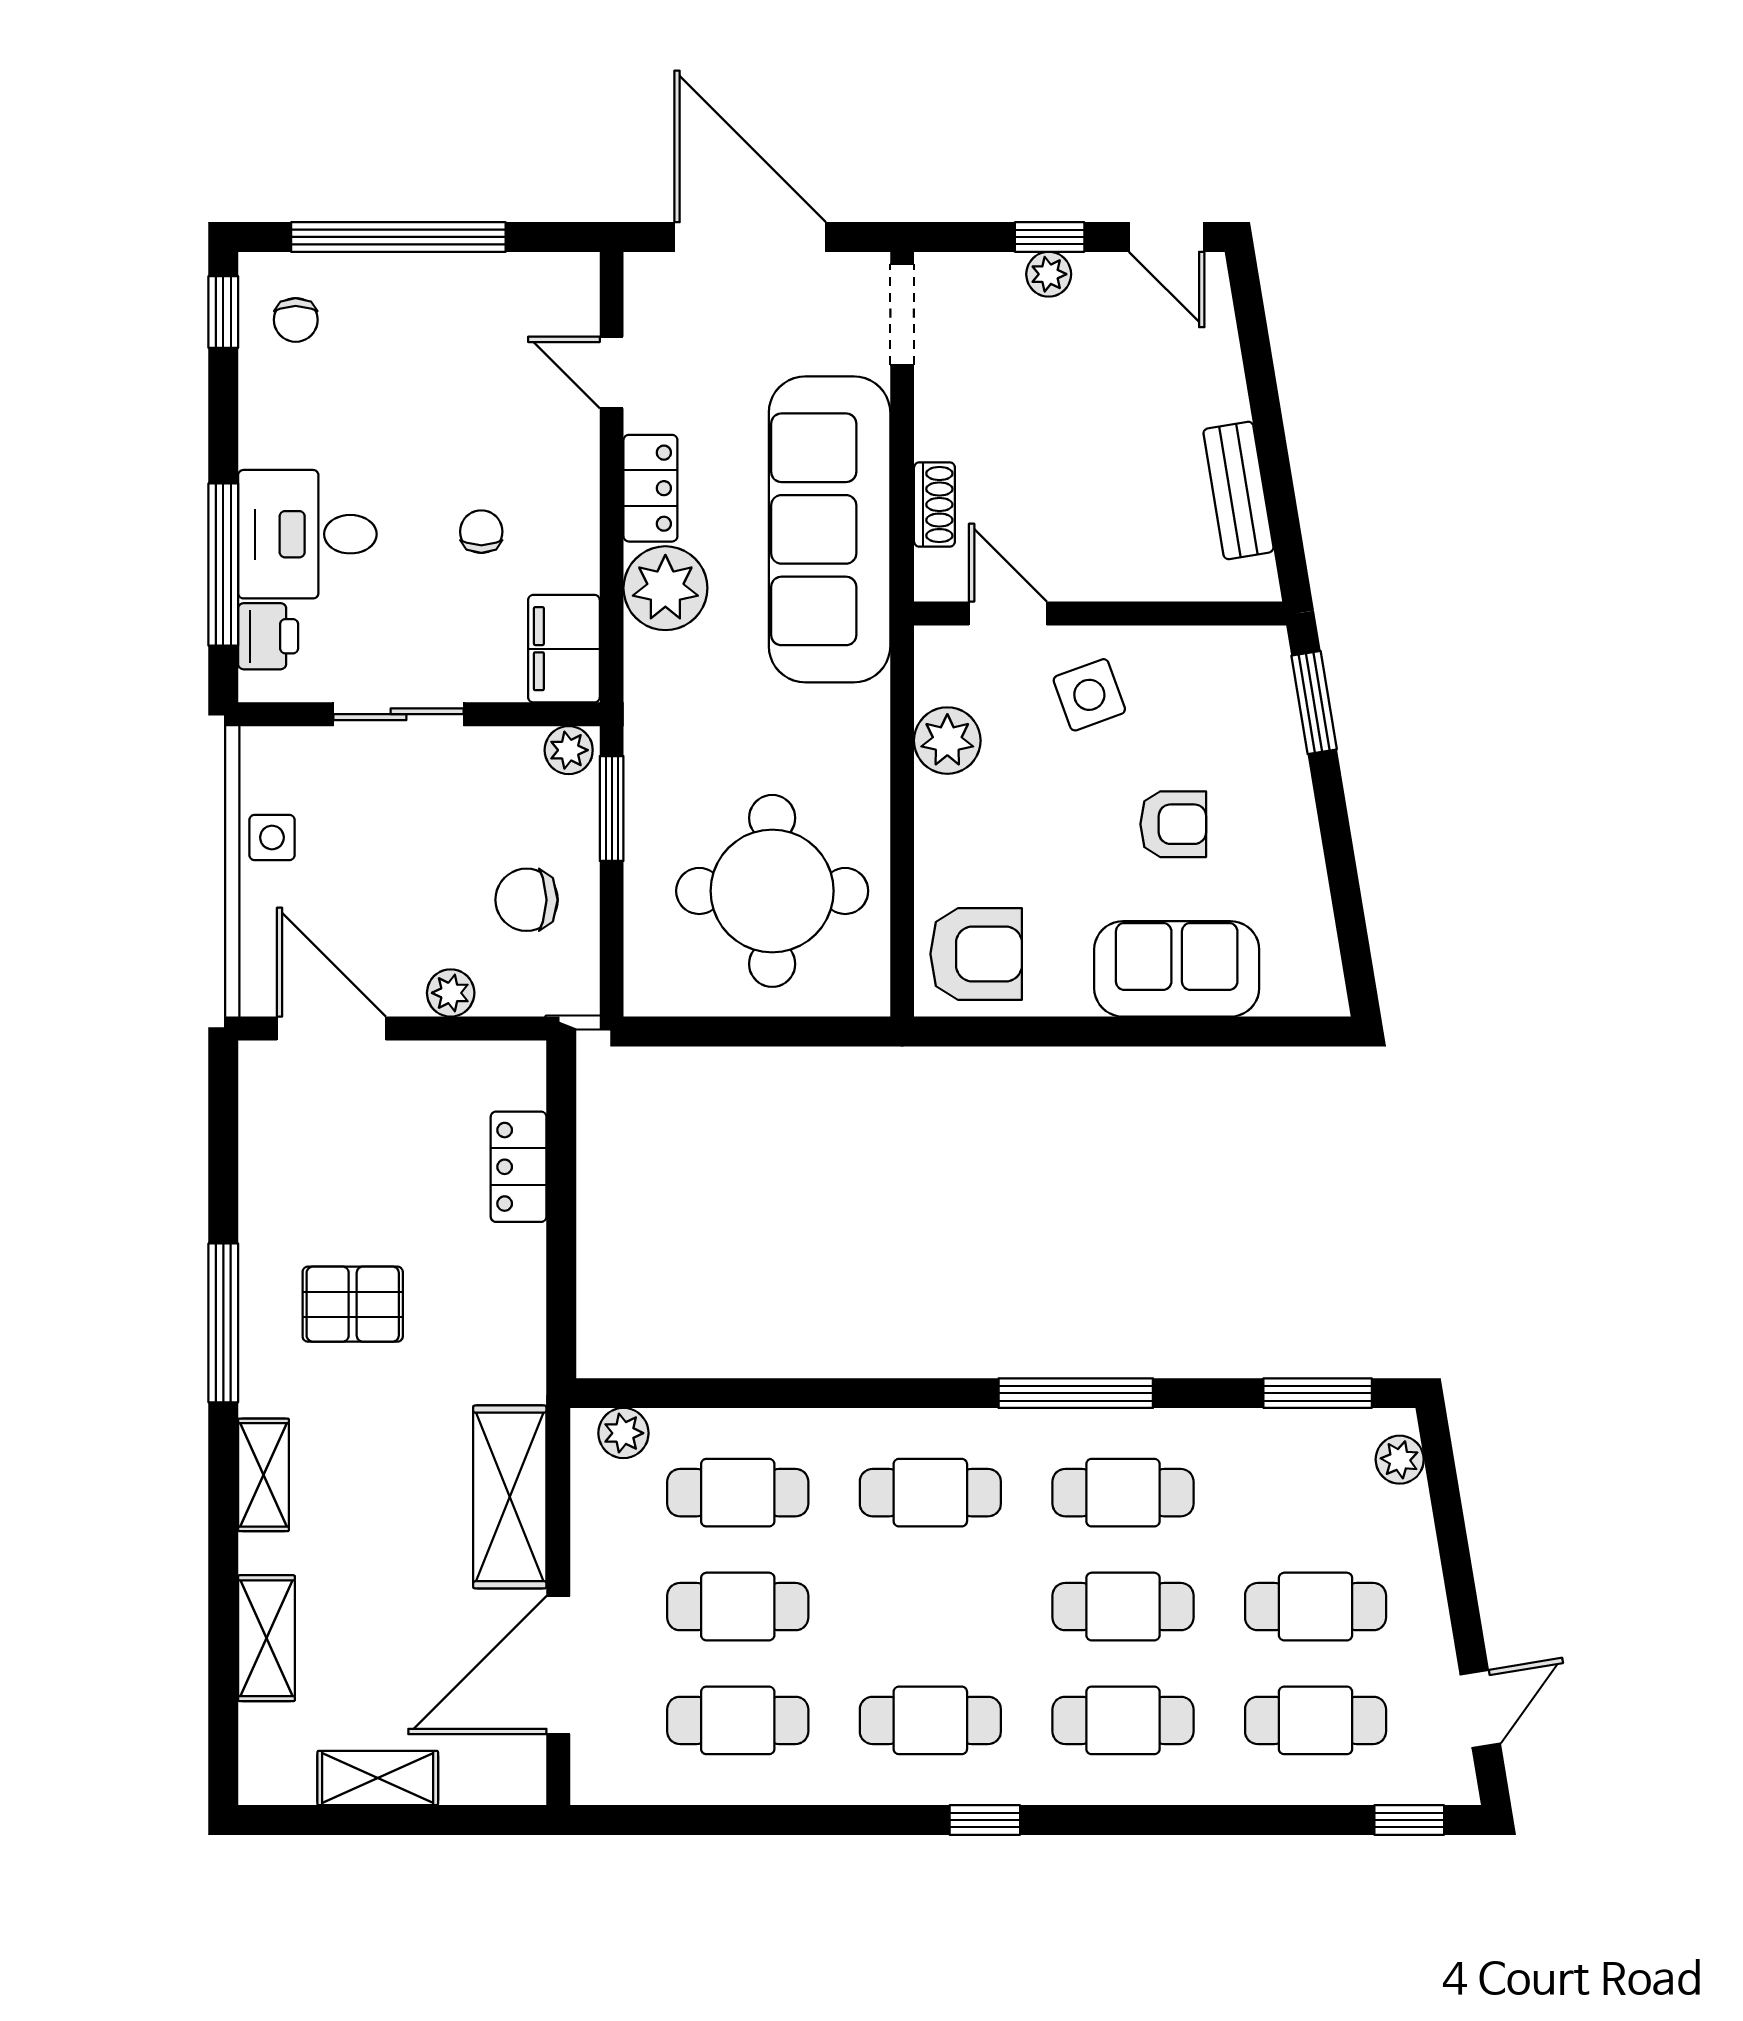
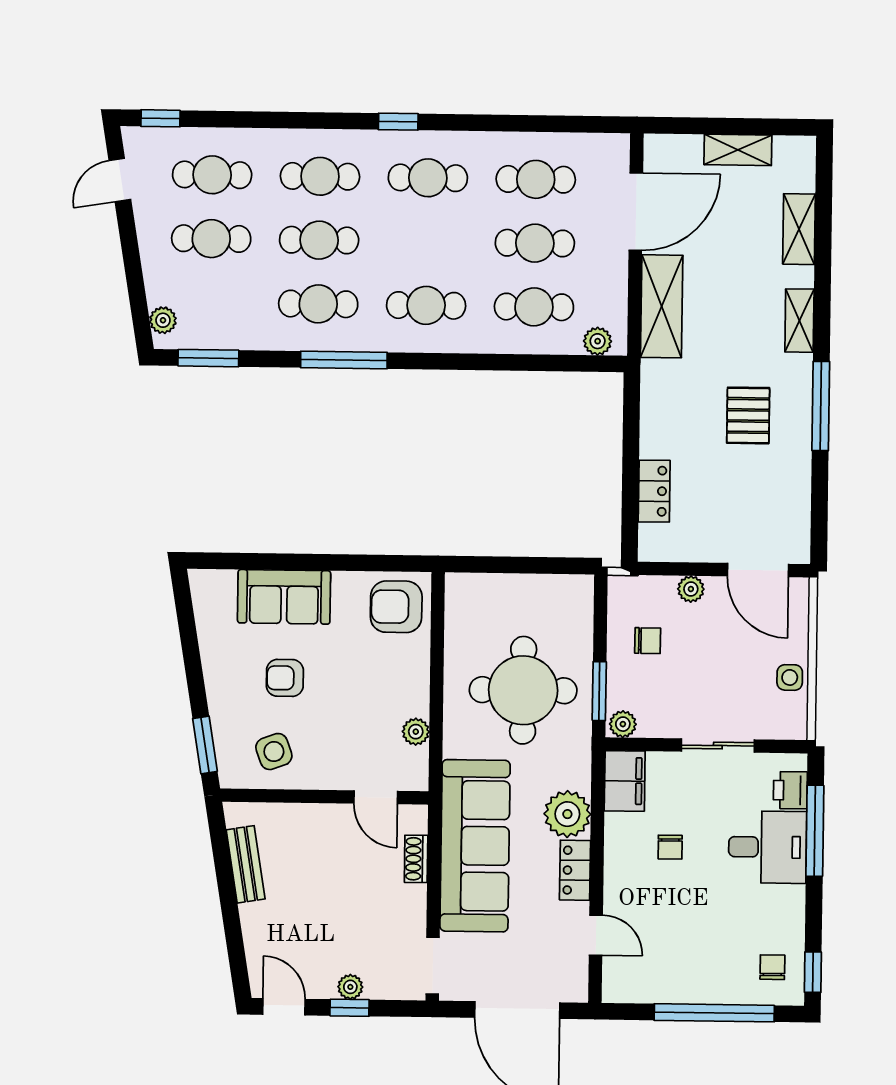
side table: (1089, 695) -> (274, 752), moved
plant: (947, 741) -> (416, 732), width x0.73, depth x0.73
round table: (772, 891) -> (523, 690), moved
chair: (527, 900) -> (648, 641), width x0.73, depth x0.73
pallet: (353, 1304) -> (748, 415), turned 90

